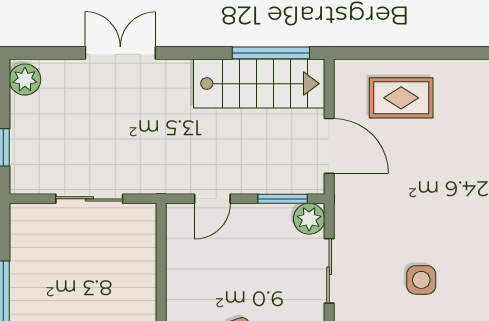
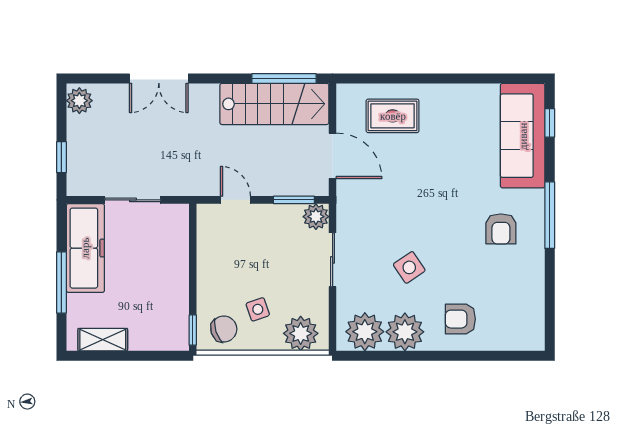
double door: (120, 53) -> (159, 78), swing flipped
door: (212, 199) -> (235, 200), swing flipped
freezer: (32, 257) -> (85, 248), added
side table: (421, 280) -> (409, 267), turned -34

